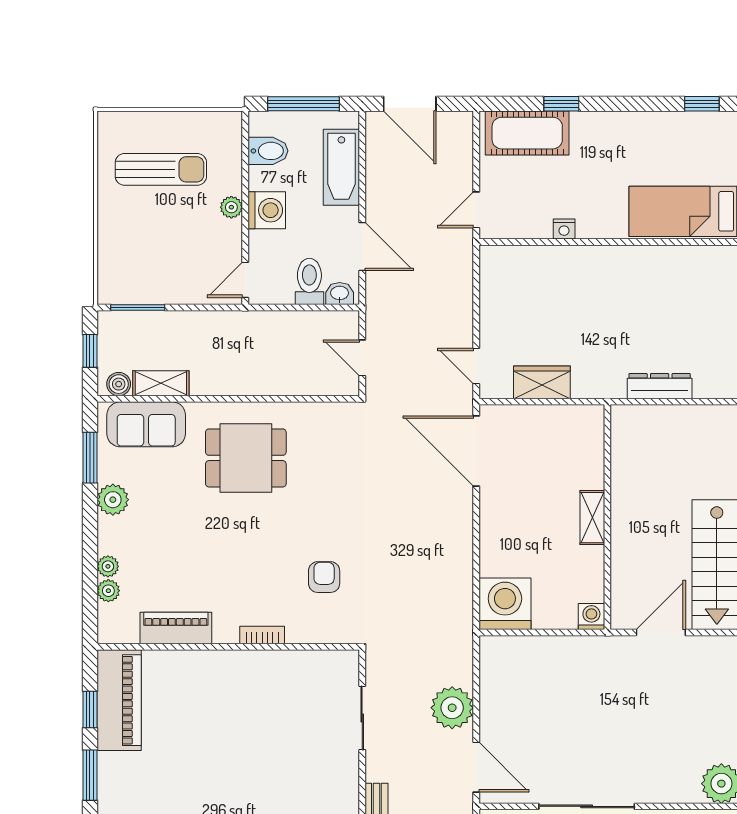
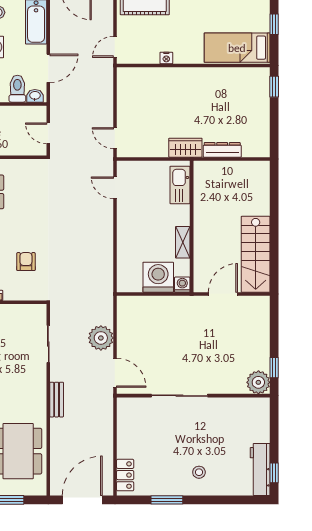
door: (362, 247) -> (48, 68), hinge flipped
wardrobe: (542, 382) -> (185, 148), moved
kitchen sink: (588, 446) -> (180, 185), added
door: (476, 451) -> (115, 188), width x0.53
shelving: (592, 518) -> (183, 242), moved
washing machine: (505, 604) -> (158, 277), moved

